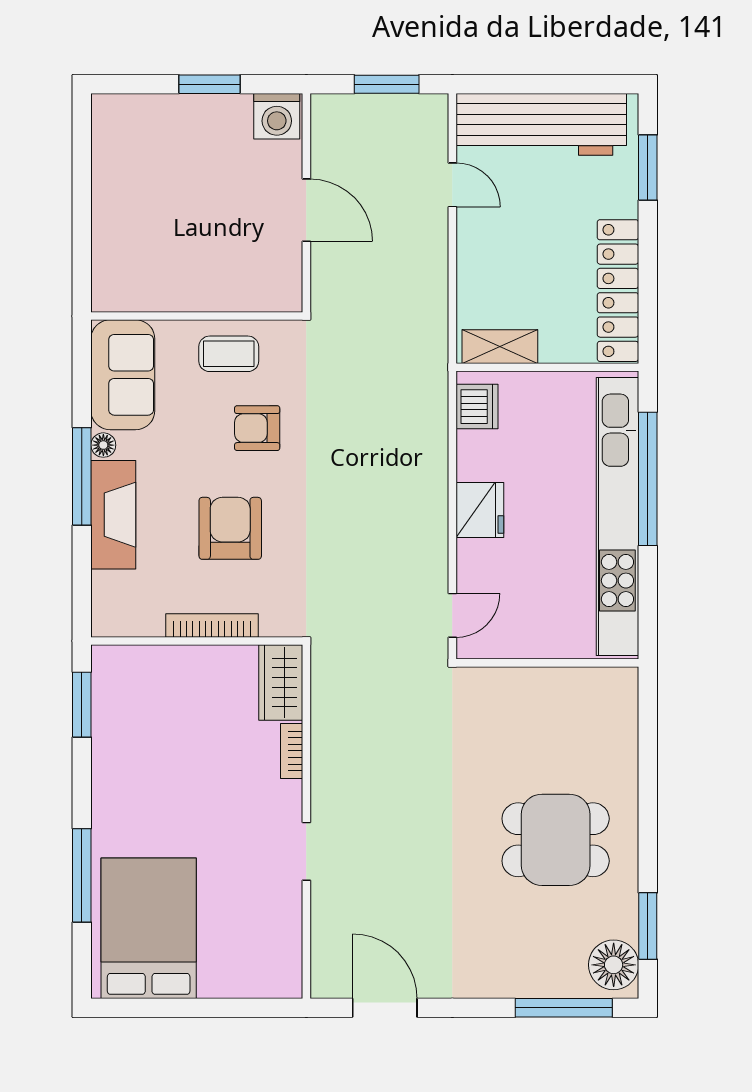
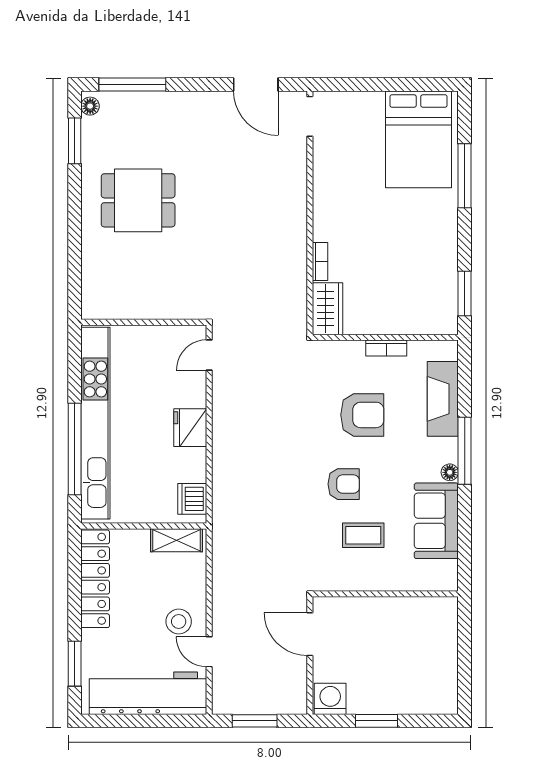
stool: (497, 229) -> (179, 622), added
wall: (197, 316) -> (385, 594), moved
fireplace: (113, 515) -> (443, 399), moved
armchair: (230, 528) -> (362, 415), turned -90
bookcase: (212, 625) -> (386, 348), width x0.64
doorway: (306, 851) -> (310, 116), moved
floor lamp: (614, 965) -> (90, 106), width x0.53, depth x0.53

